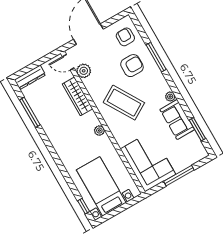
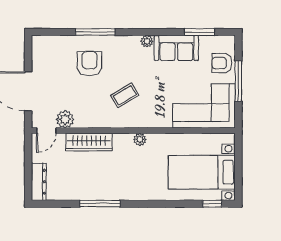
armchair: (125, 37) -> (222, 63), moved
coffee table: (124, 103) -> (125, 95), width x0.54, depth x0.58
window: (30, 112) -> (100, 204), moved

